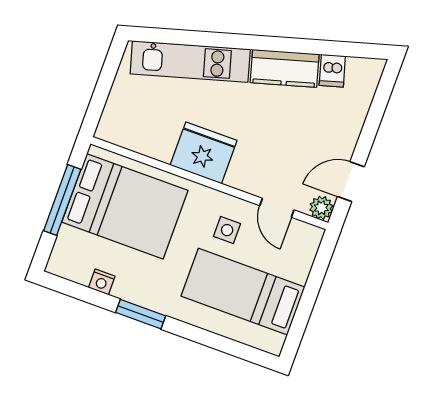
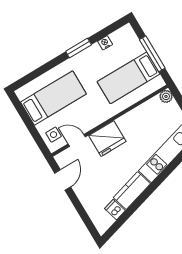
fridge: (204, 153) -> (107, 139), moved
bed: (125, 206) -> (129, 78), width x0.67
plant: (321, 208) -> (166, 96), moved
side table: (227, 230) -> (54, 135), moved

